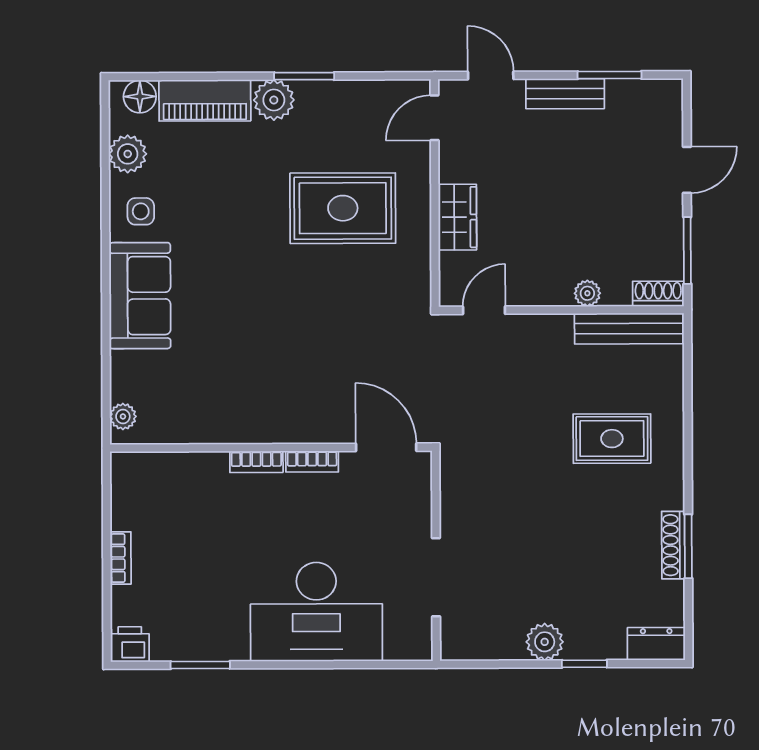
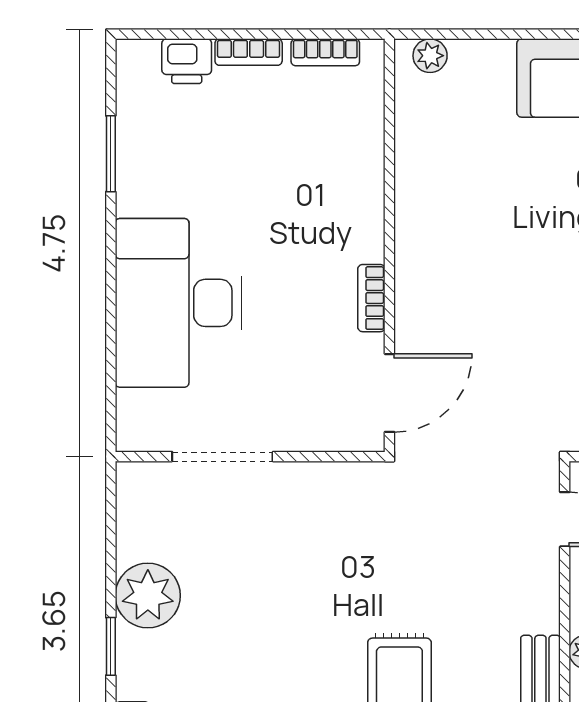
bookcase: (256, 462) -> (325, 52), moved, turned -90
plant: (545, 642) -> (148, 596), width x1.36, depth x1.36
printer: (130, 644) -> (187, 61), moved, turned 90

